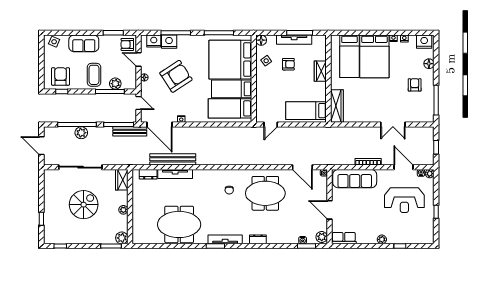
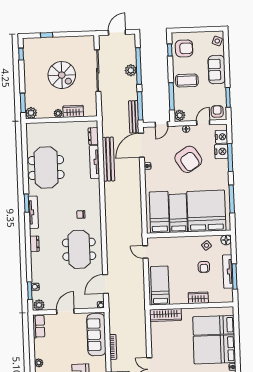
plant: (115, 84) -> (180, 115), moved
wardrobe: (122, 180) -> (73, 111), moved

